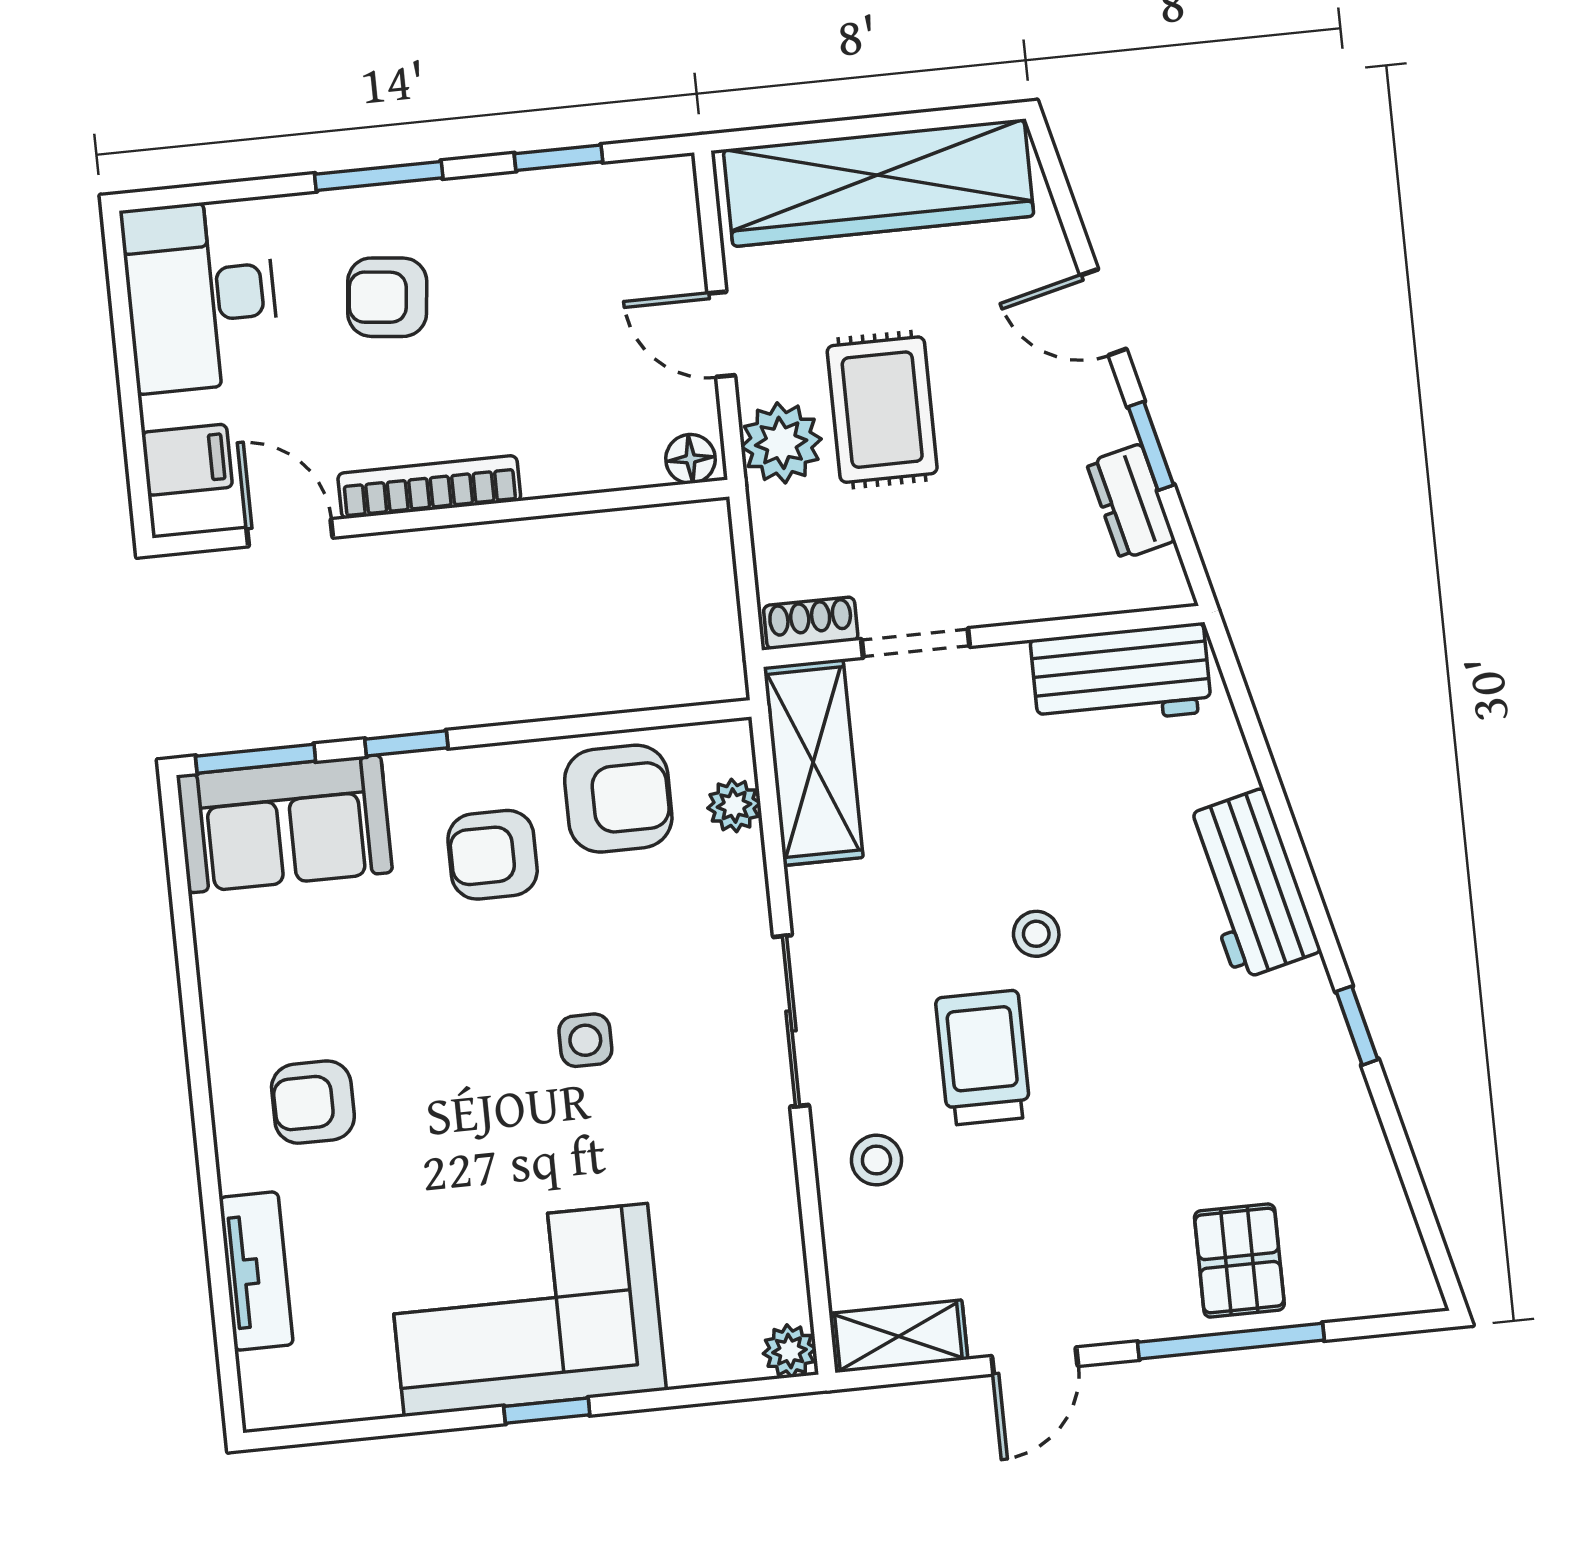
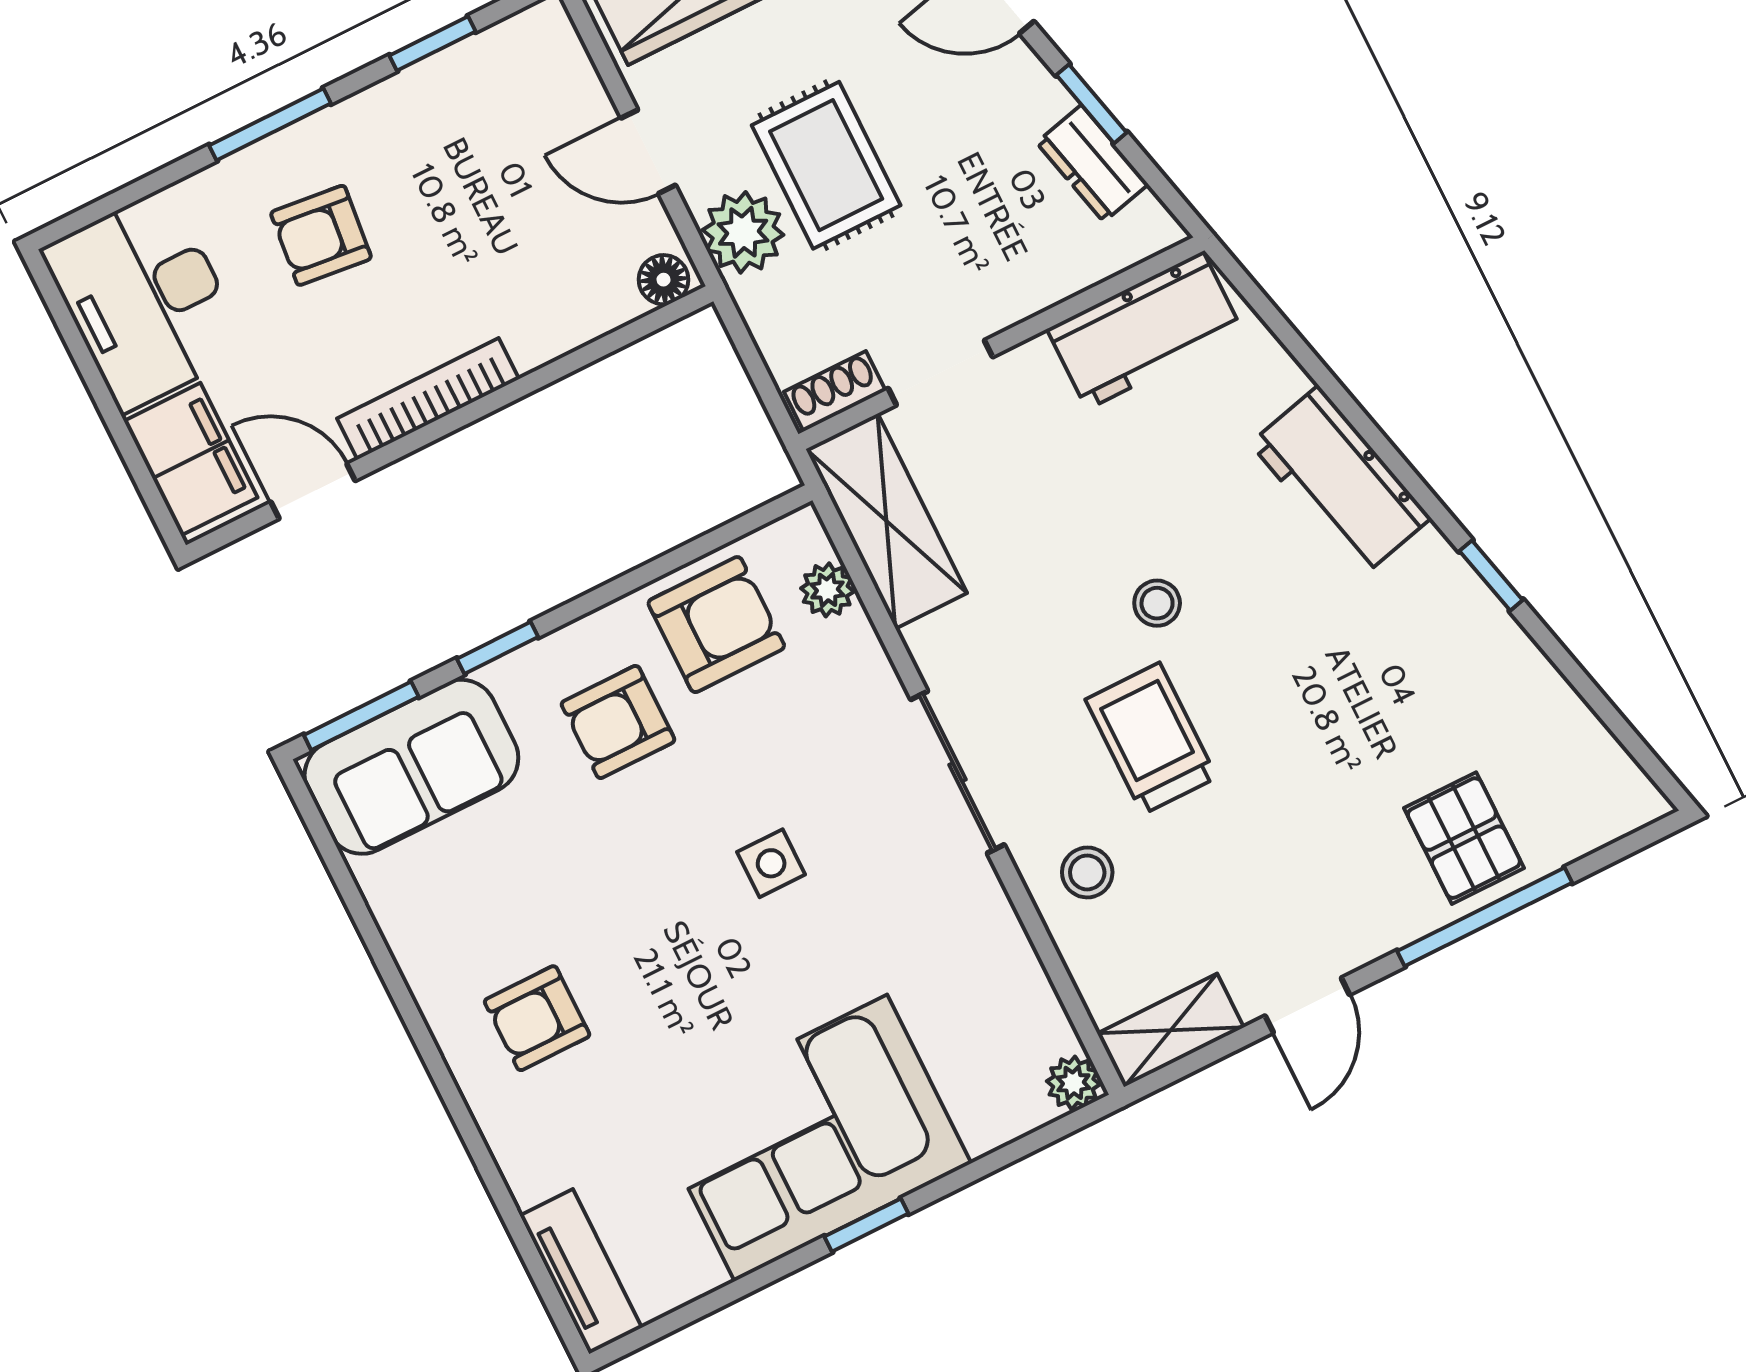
filing cabinet: (187, 460) -> (191, 459), width x2.00
tv unit: (256, 1271) -> (581, 1271), moved

